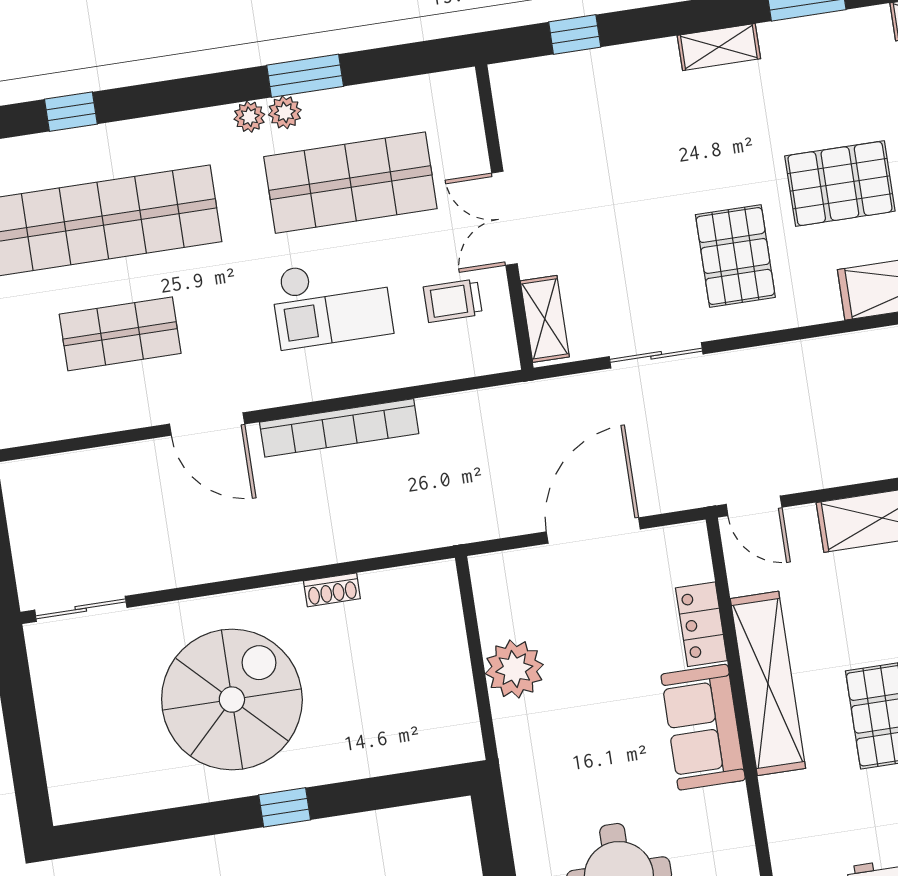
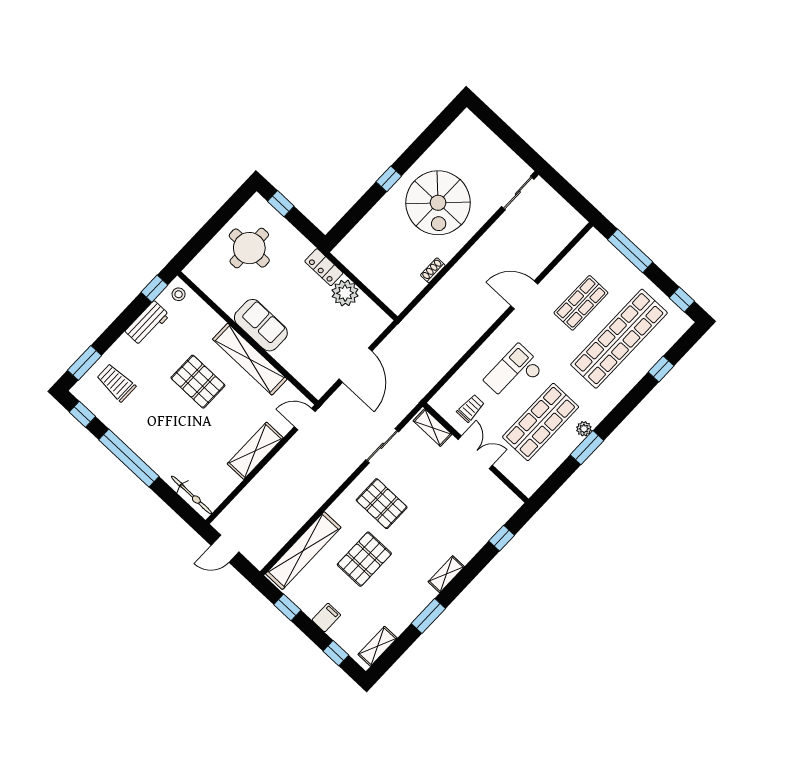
plant: (249, 117) -> (595, 417), removed
bookcase: (339, 428) -> (476, 331), removed
locker: (701, 624) -> (324, 267), moved, turned 180

